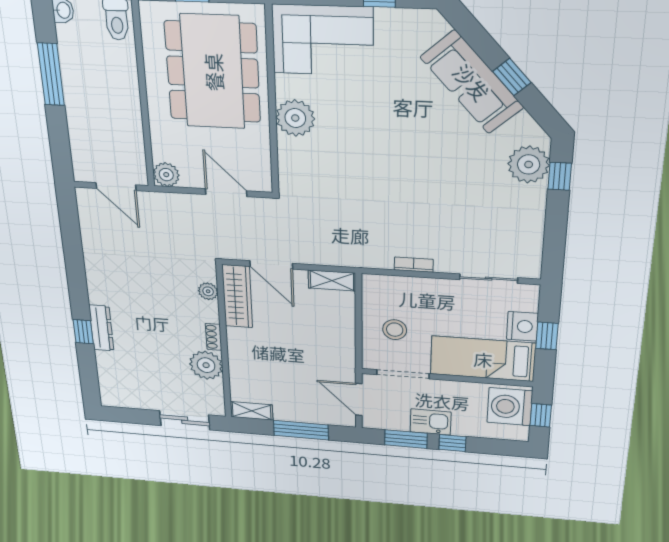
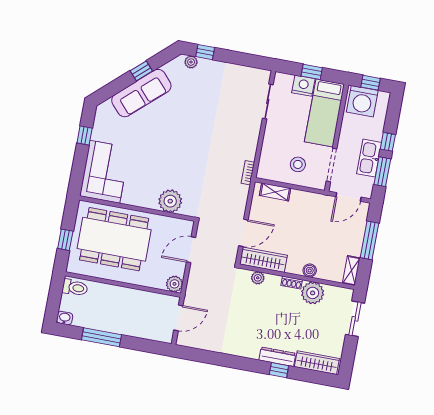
plant: (295, 118) -> (170, 201), moved
plant: (529, 164) -> (191, 62), width x0.53, depth x0.53
bookcase: (414, 265) -> (248, 173), moved
shelving: (332, 281) -> (275, 192), moved, turned 90
boiler: (238, 359) -> (310, 271), added
wardrobe: (109, 379) -> (317, 363), added
kitchen sink: (431, 422) -> (369, 158), width x1.38

